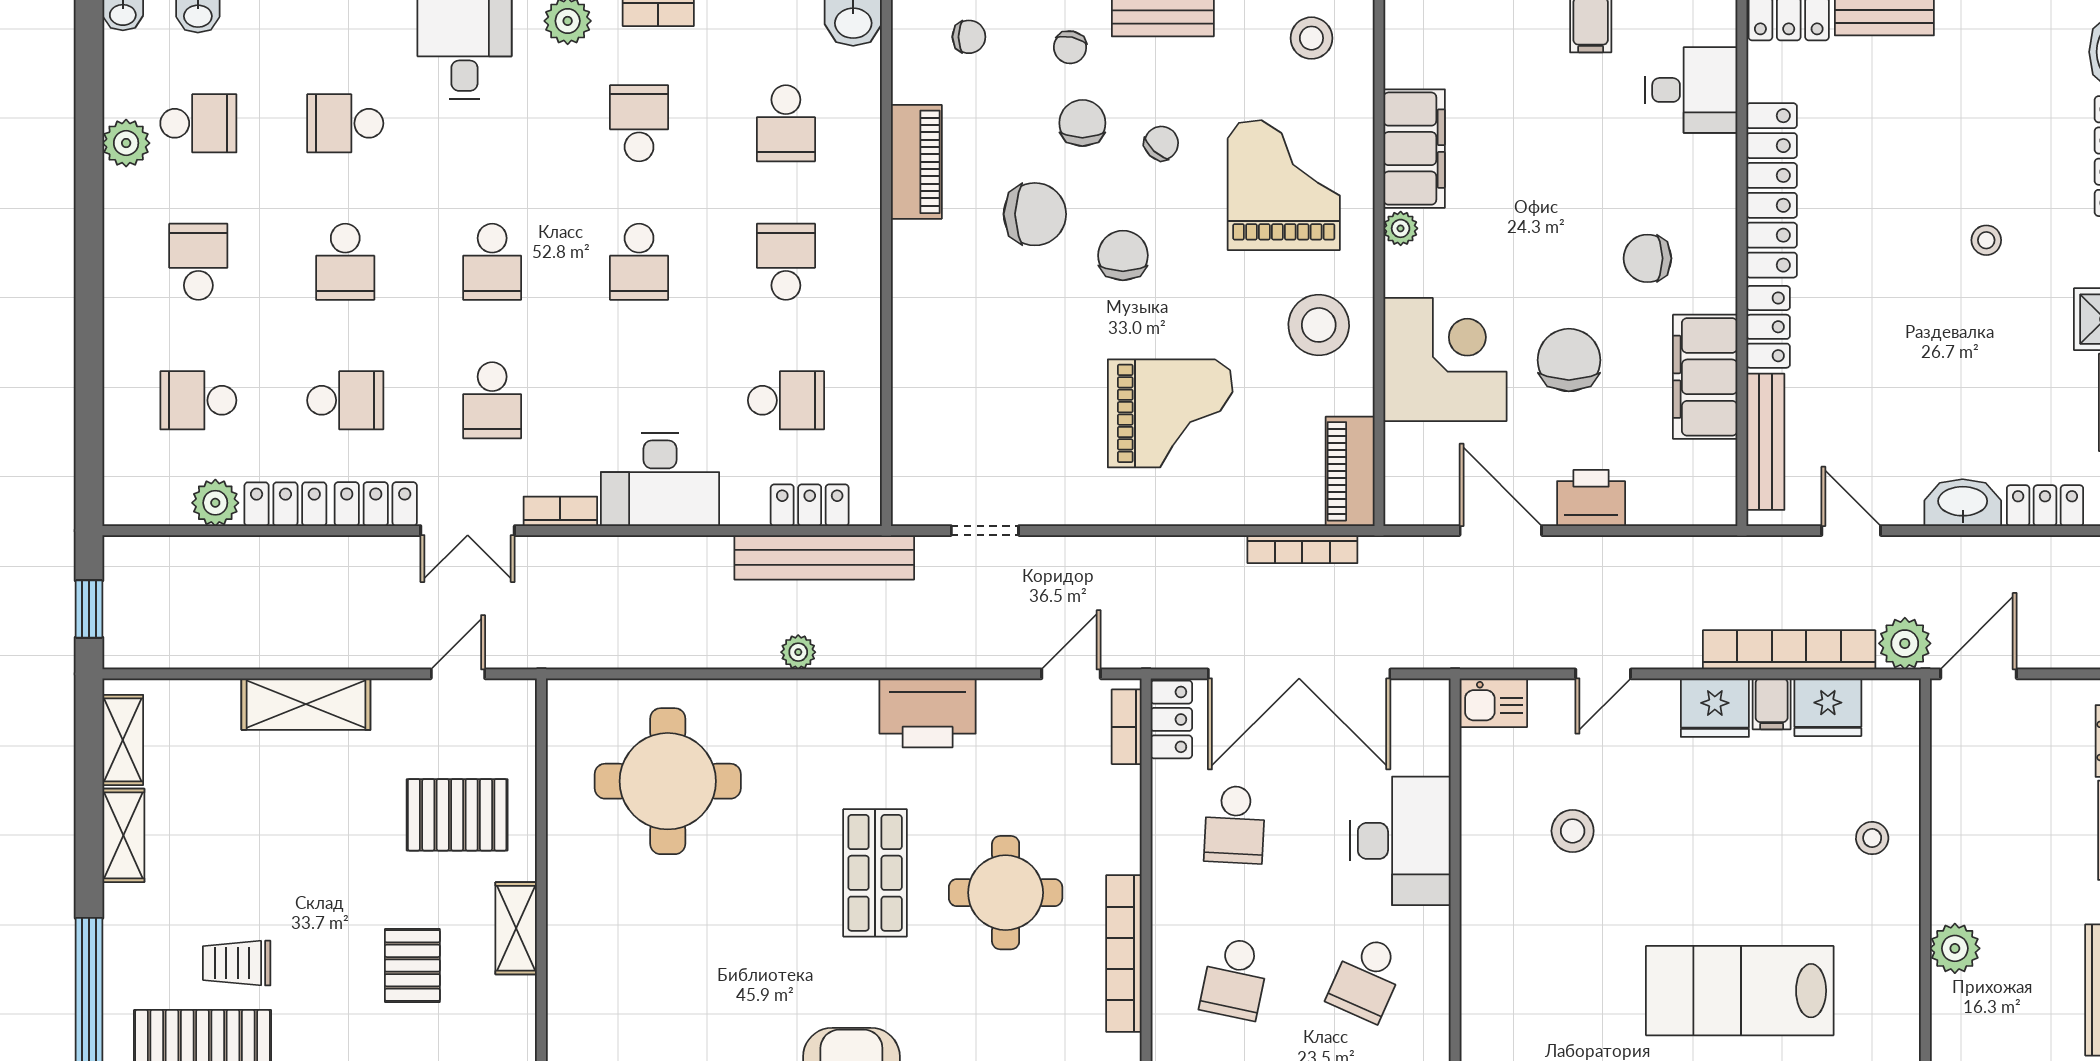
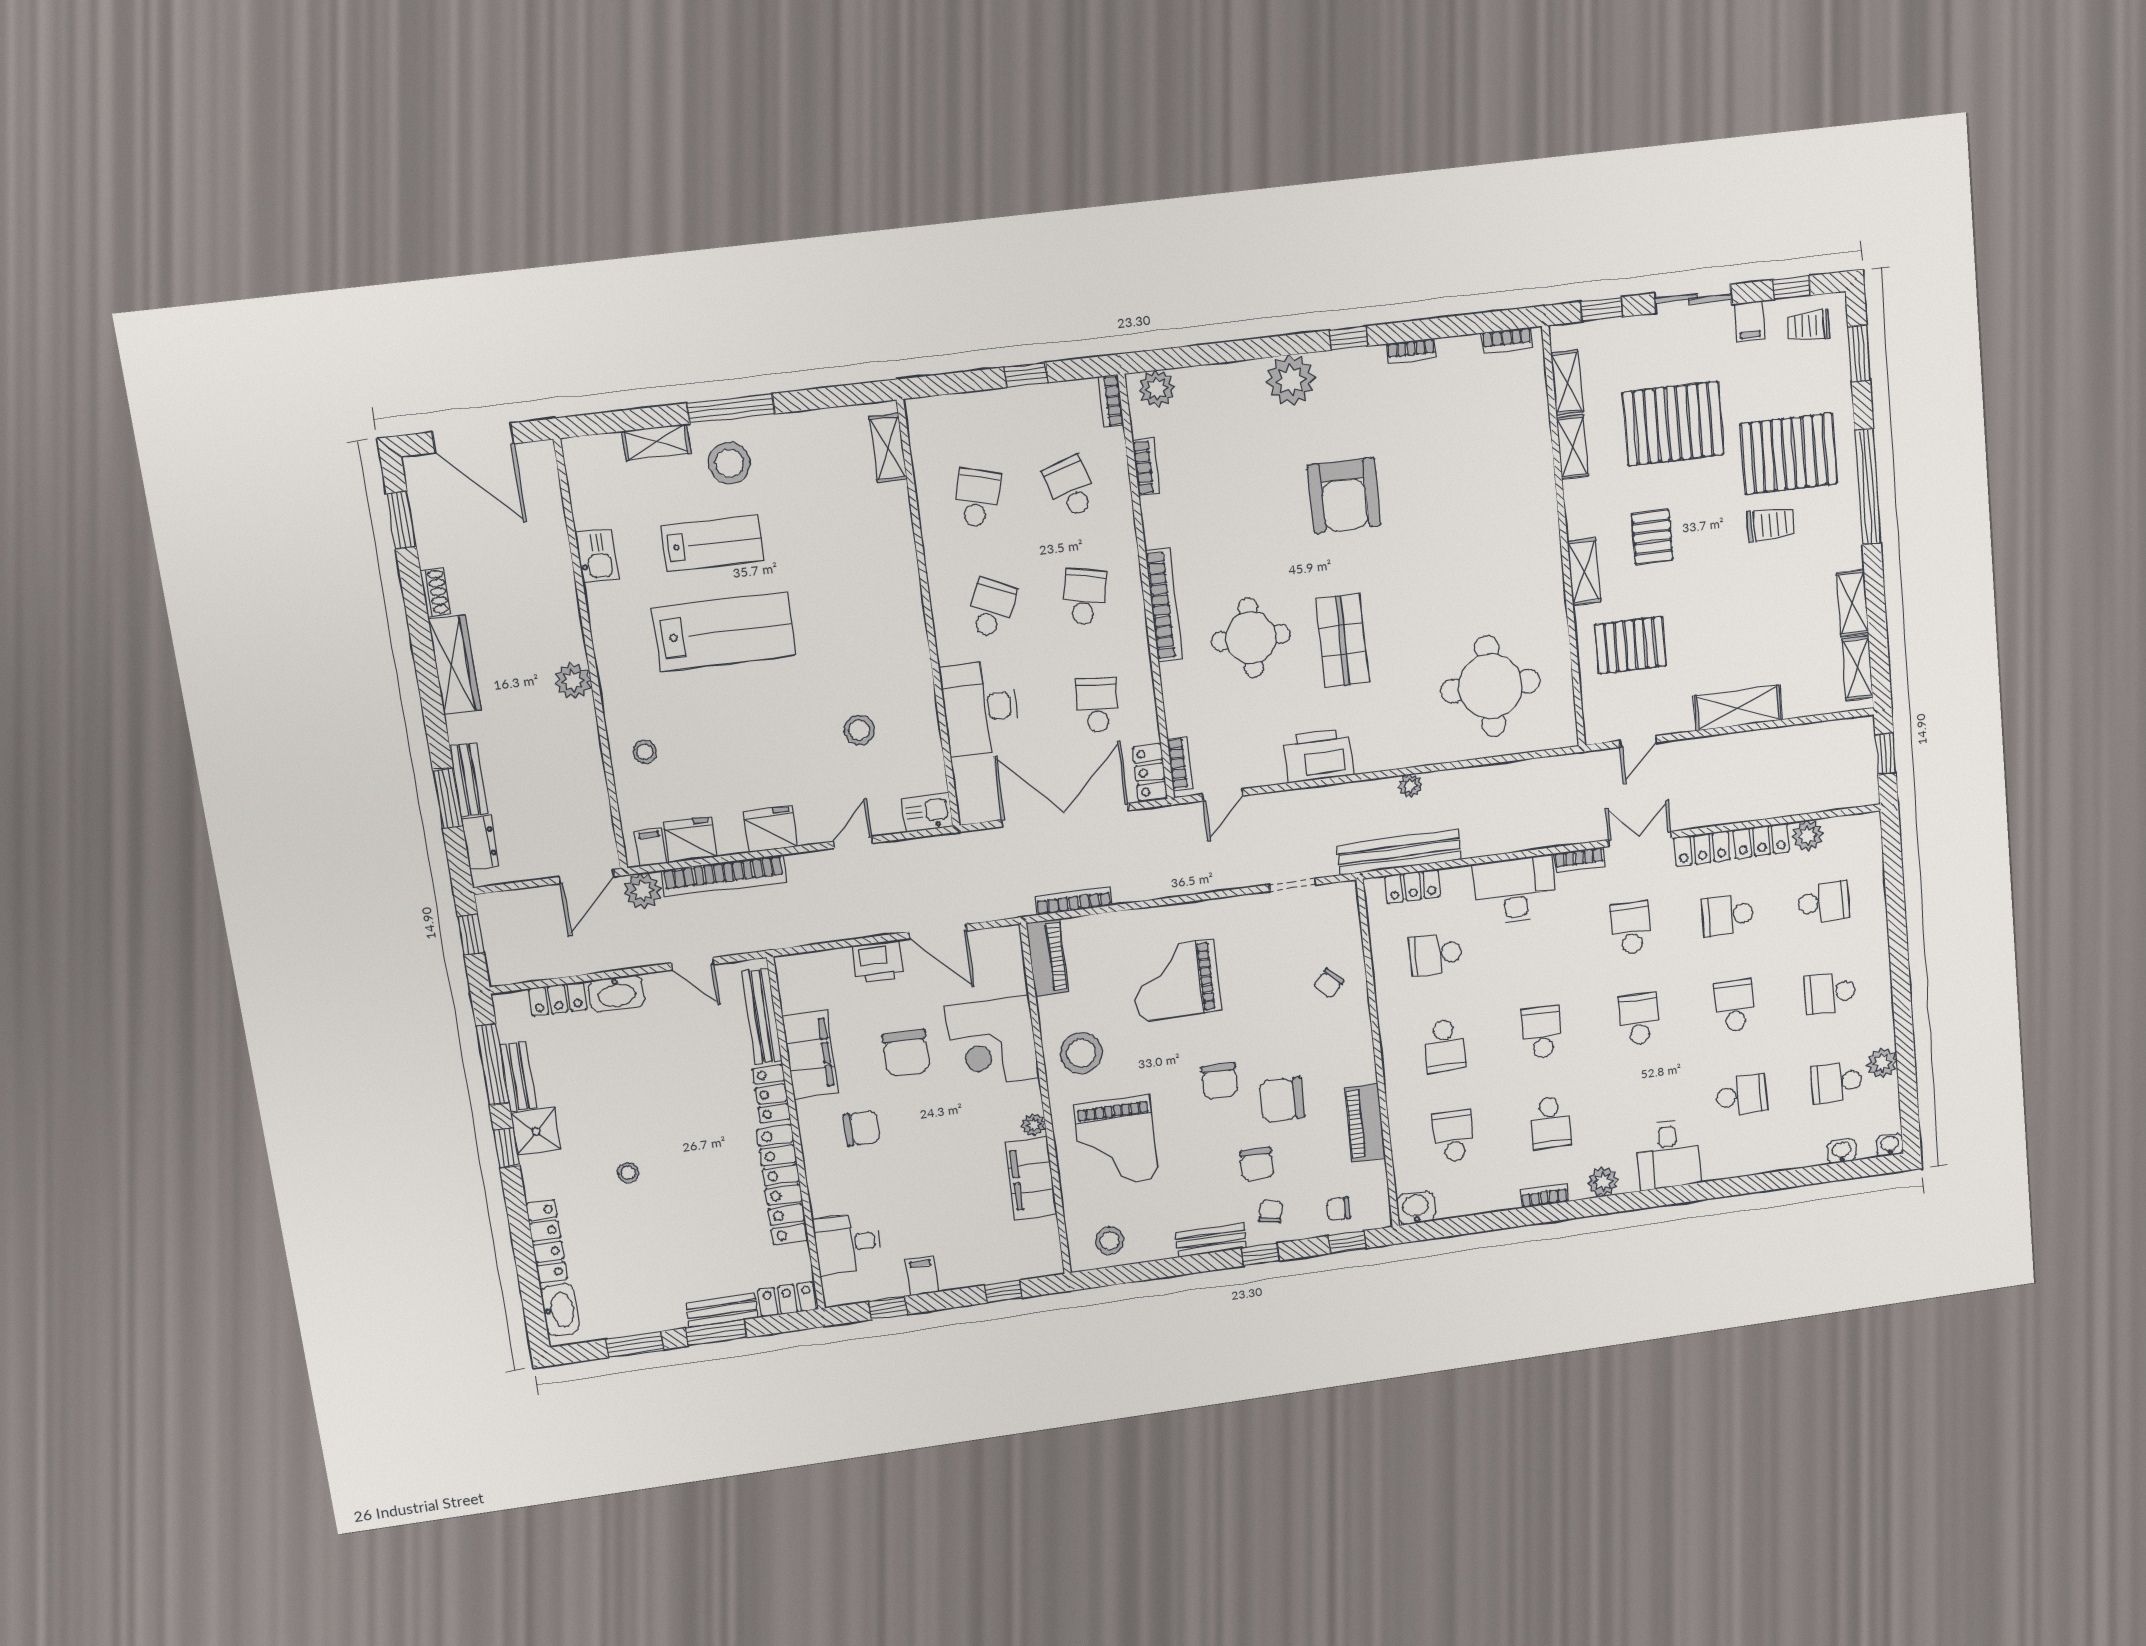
chair: (1161, 143) -> (1329, 983), moved
school desk: (198, 262) -> (1830, 993), turned 90
filing cabinet: (1772, 704) -> (651, 847), moved

